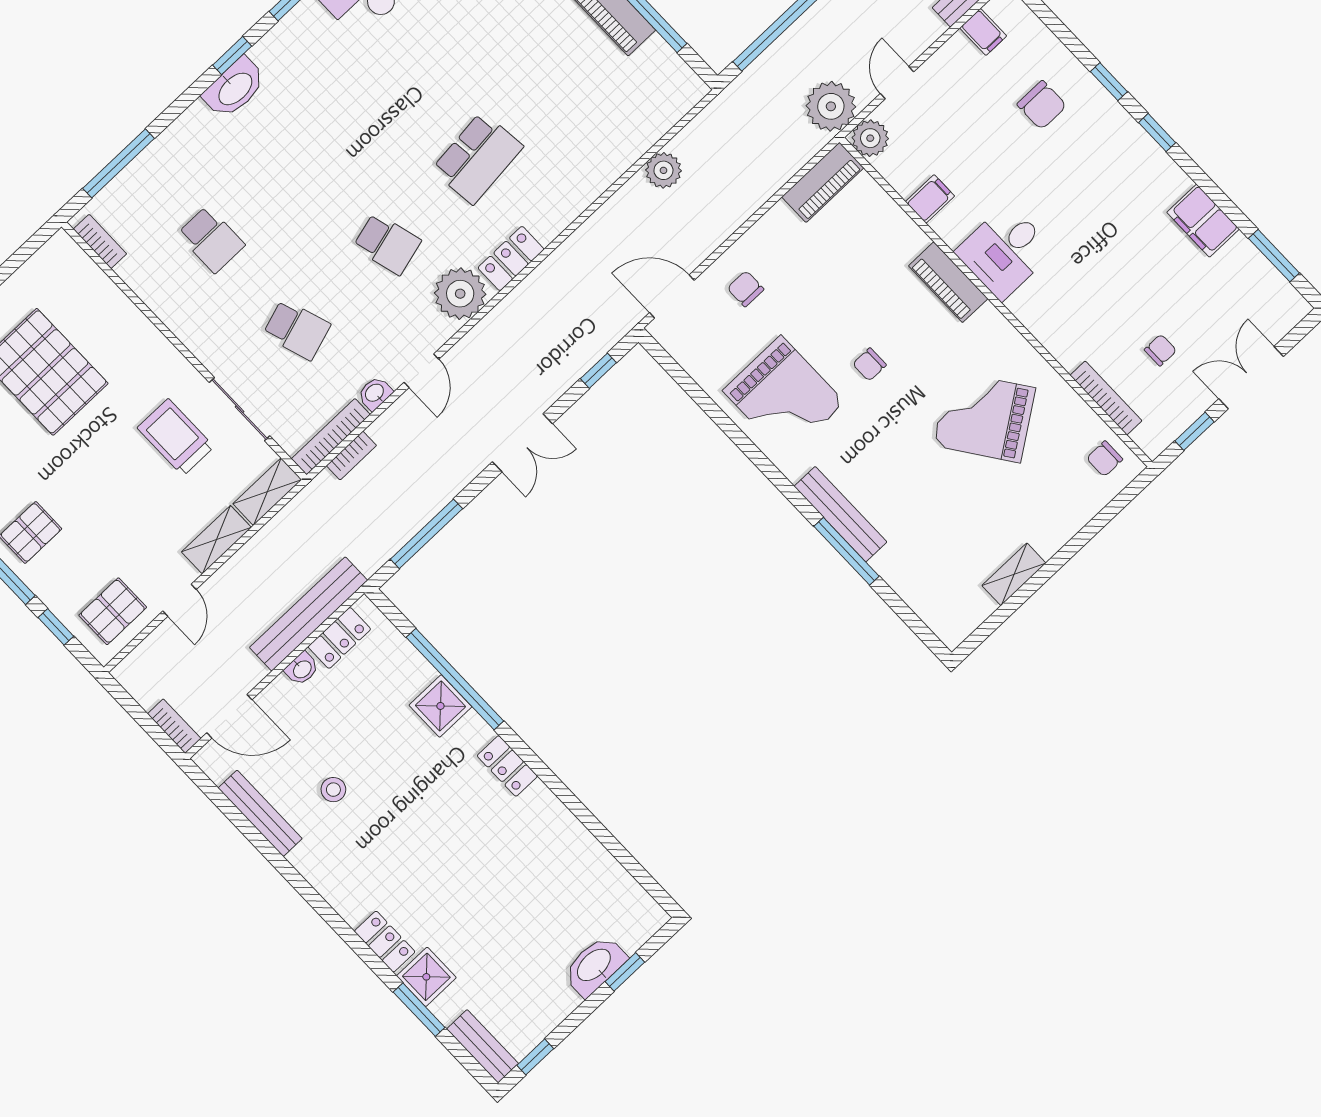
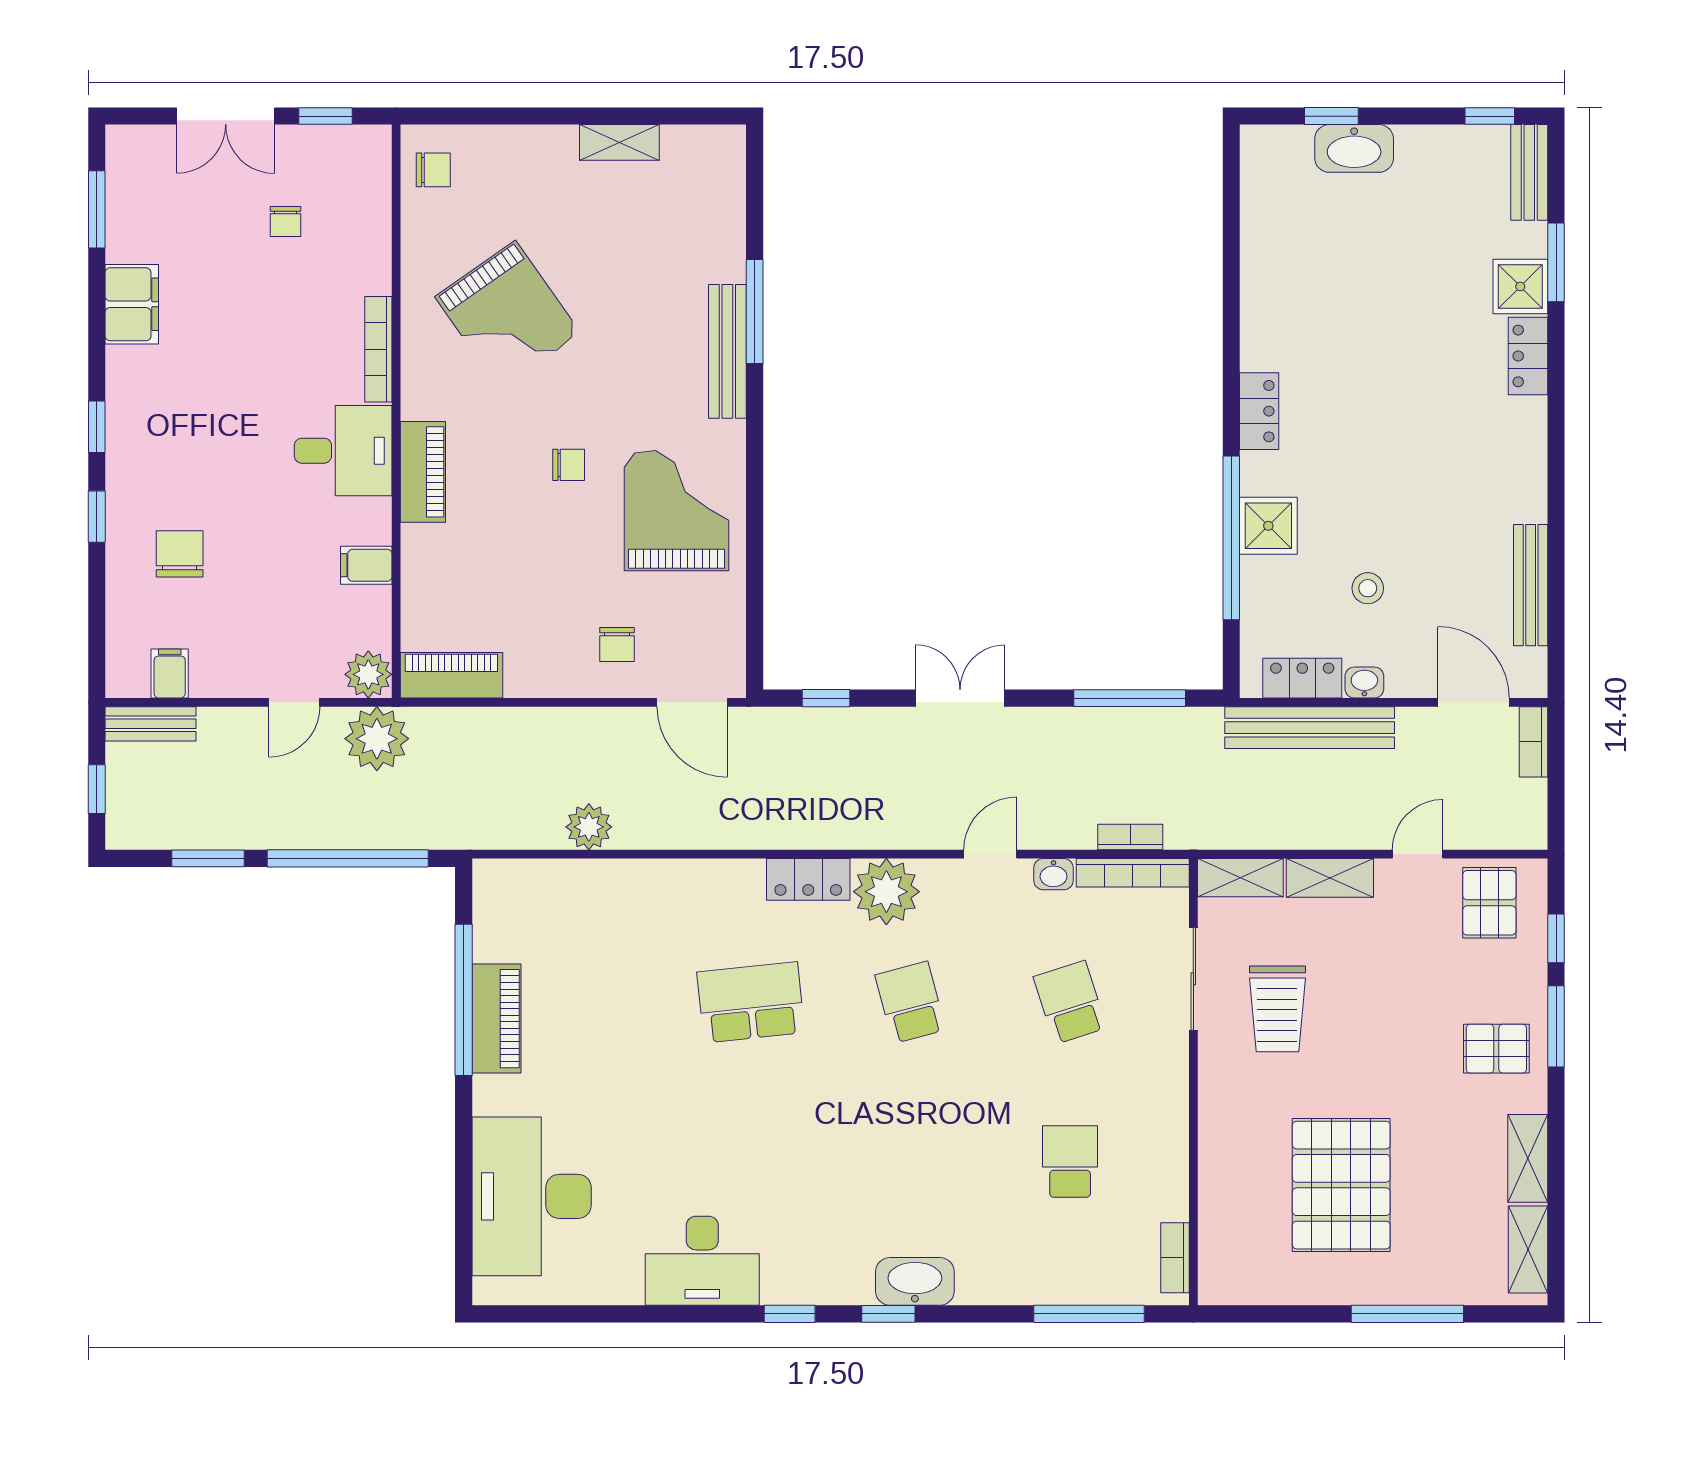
chair: (1160, 350) -> (286, 222), turned -90
bookcase: (1106, 398) -> (378, 349), moved
pallet: (113, 611) -> (1489, 903), turned 90
stool: (333, 790) -> (1368, 588), moved

